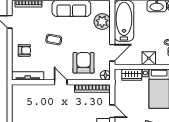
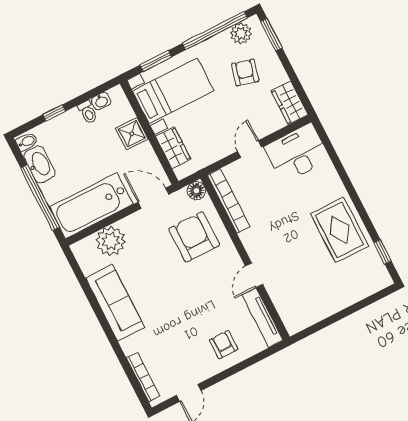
coffee table: (54, 40) -> (181, 305), removed
armchair: (84, 63) -> (194, 237), turned 90
door: (61, 82) -> (254, 275), moved

